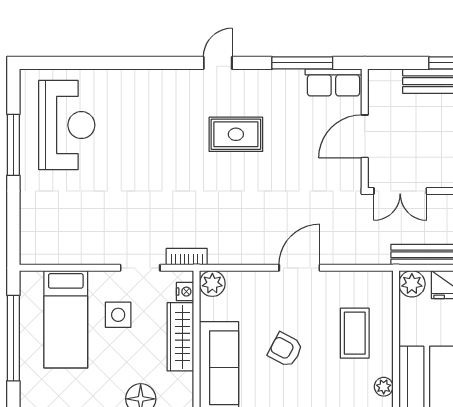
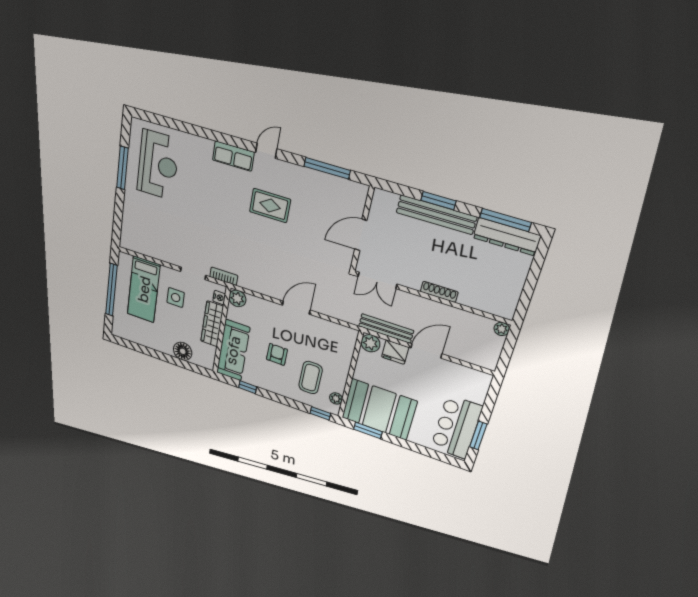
row of seats: (333, 82) -> (233, 156), moved
coffee table: (355, 333) -> (311, 378), moved
armchair: (285, 350) -> (277, 354), turned 62

